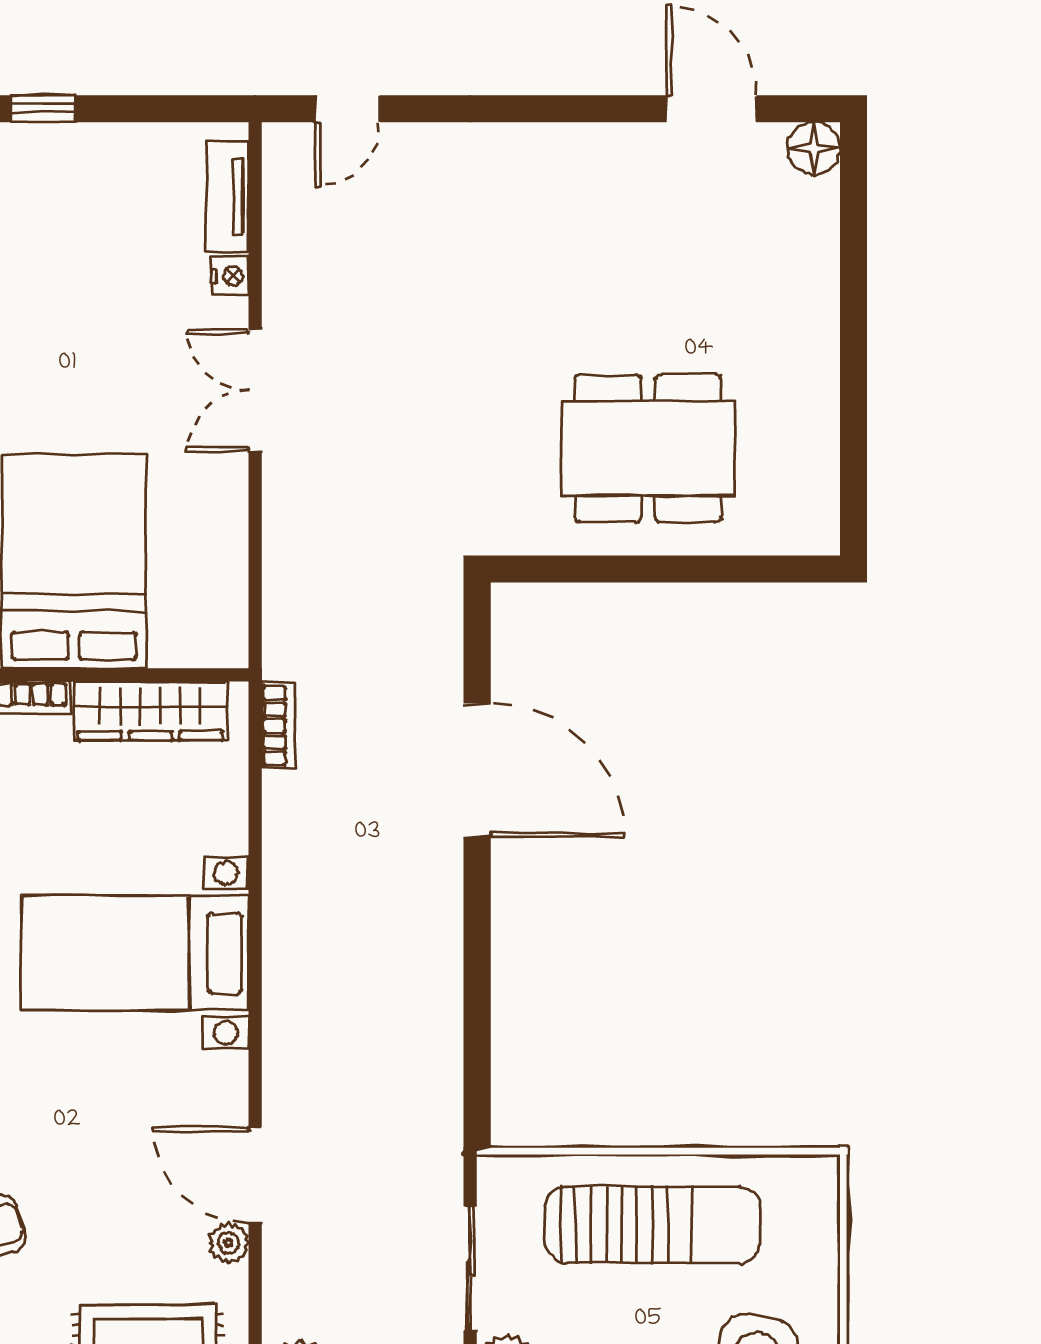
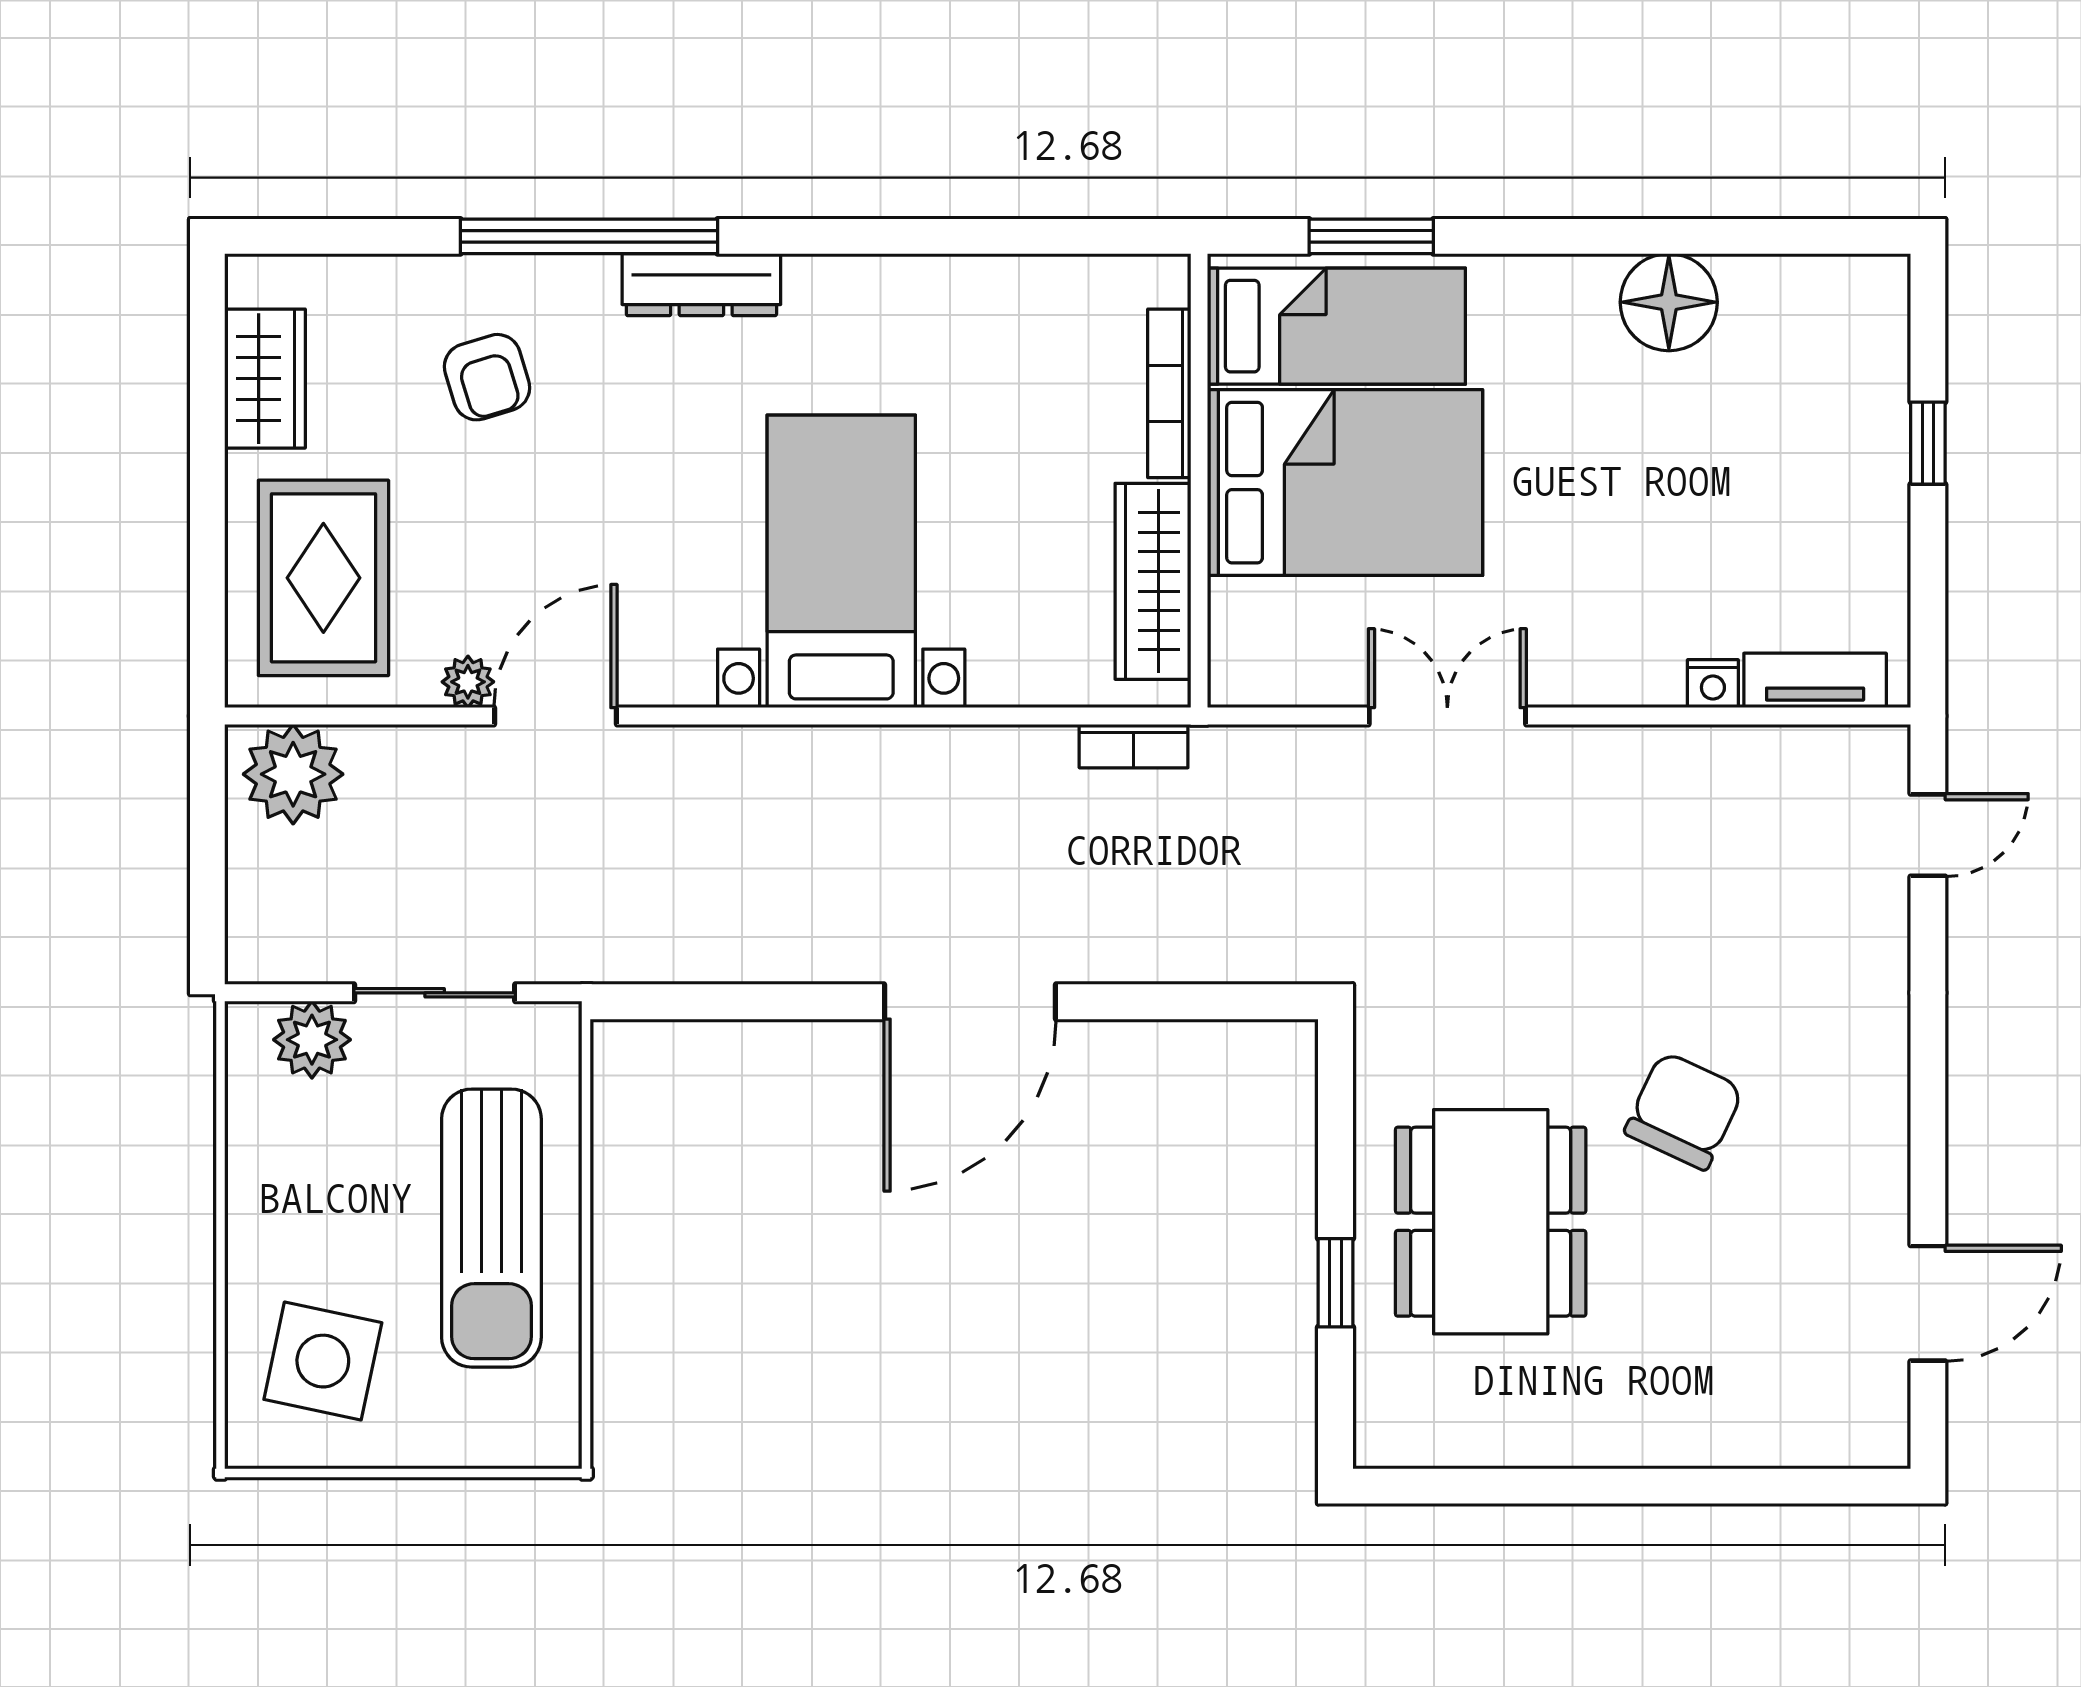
door: (348, 109) -> (1928, 835), swing flipped
floor lamp: (814, 148) -> (1877, 1435), removed
chair: (562, 298) -> (1684, 1111), added
double door: (255, 391) -> (1447, 716), moved
window: (695, 569) -> (1335, 1283), added
door: (477, 770) -> (970, 1002), moved

